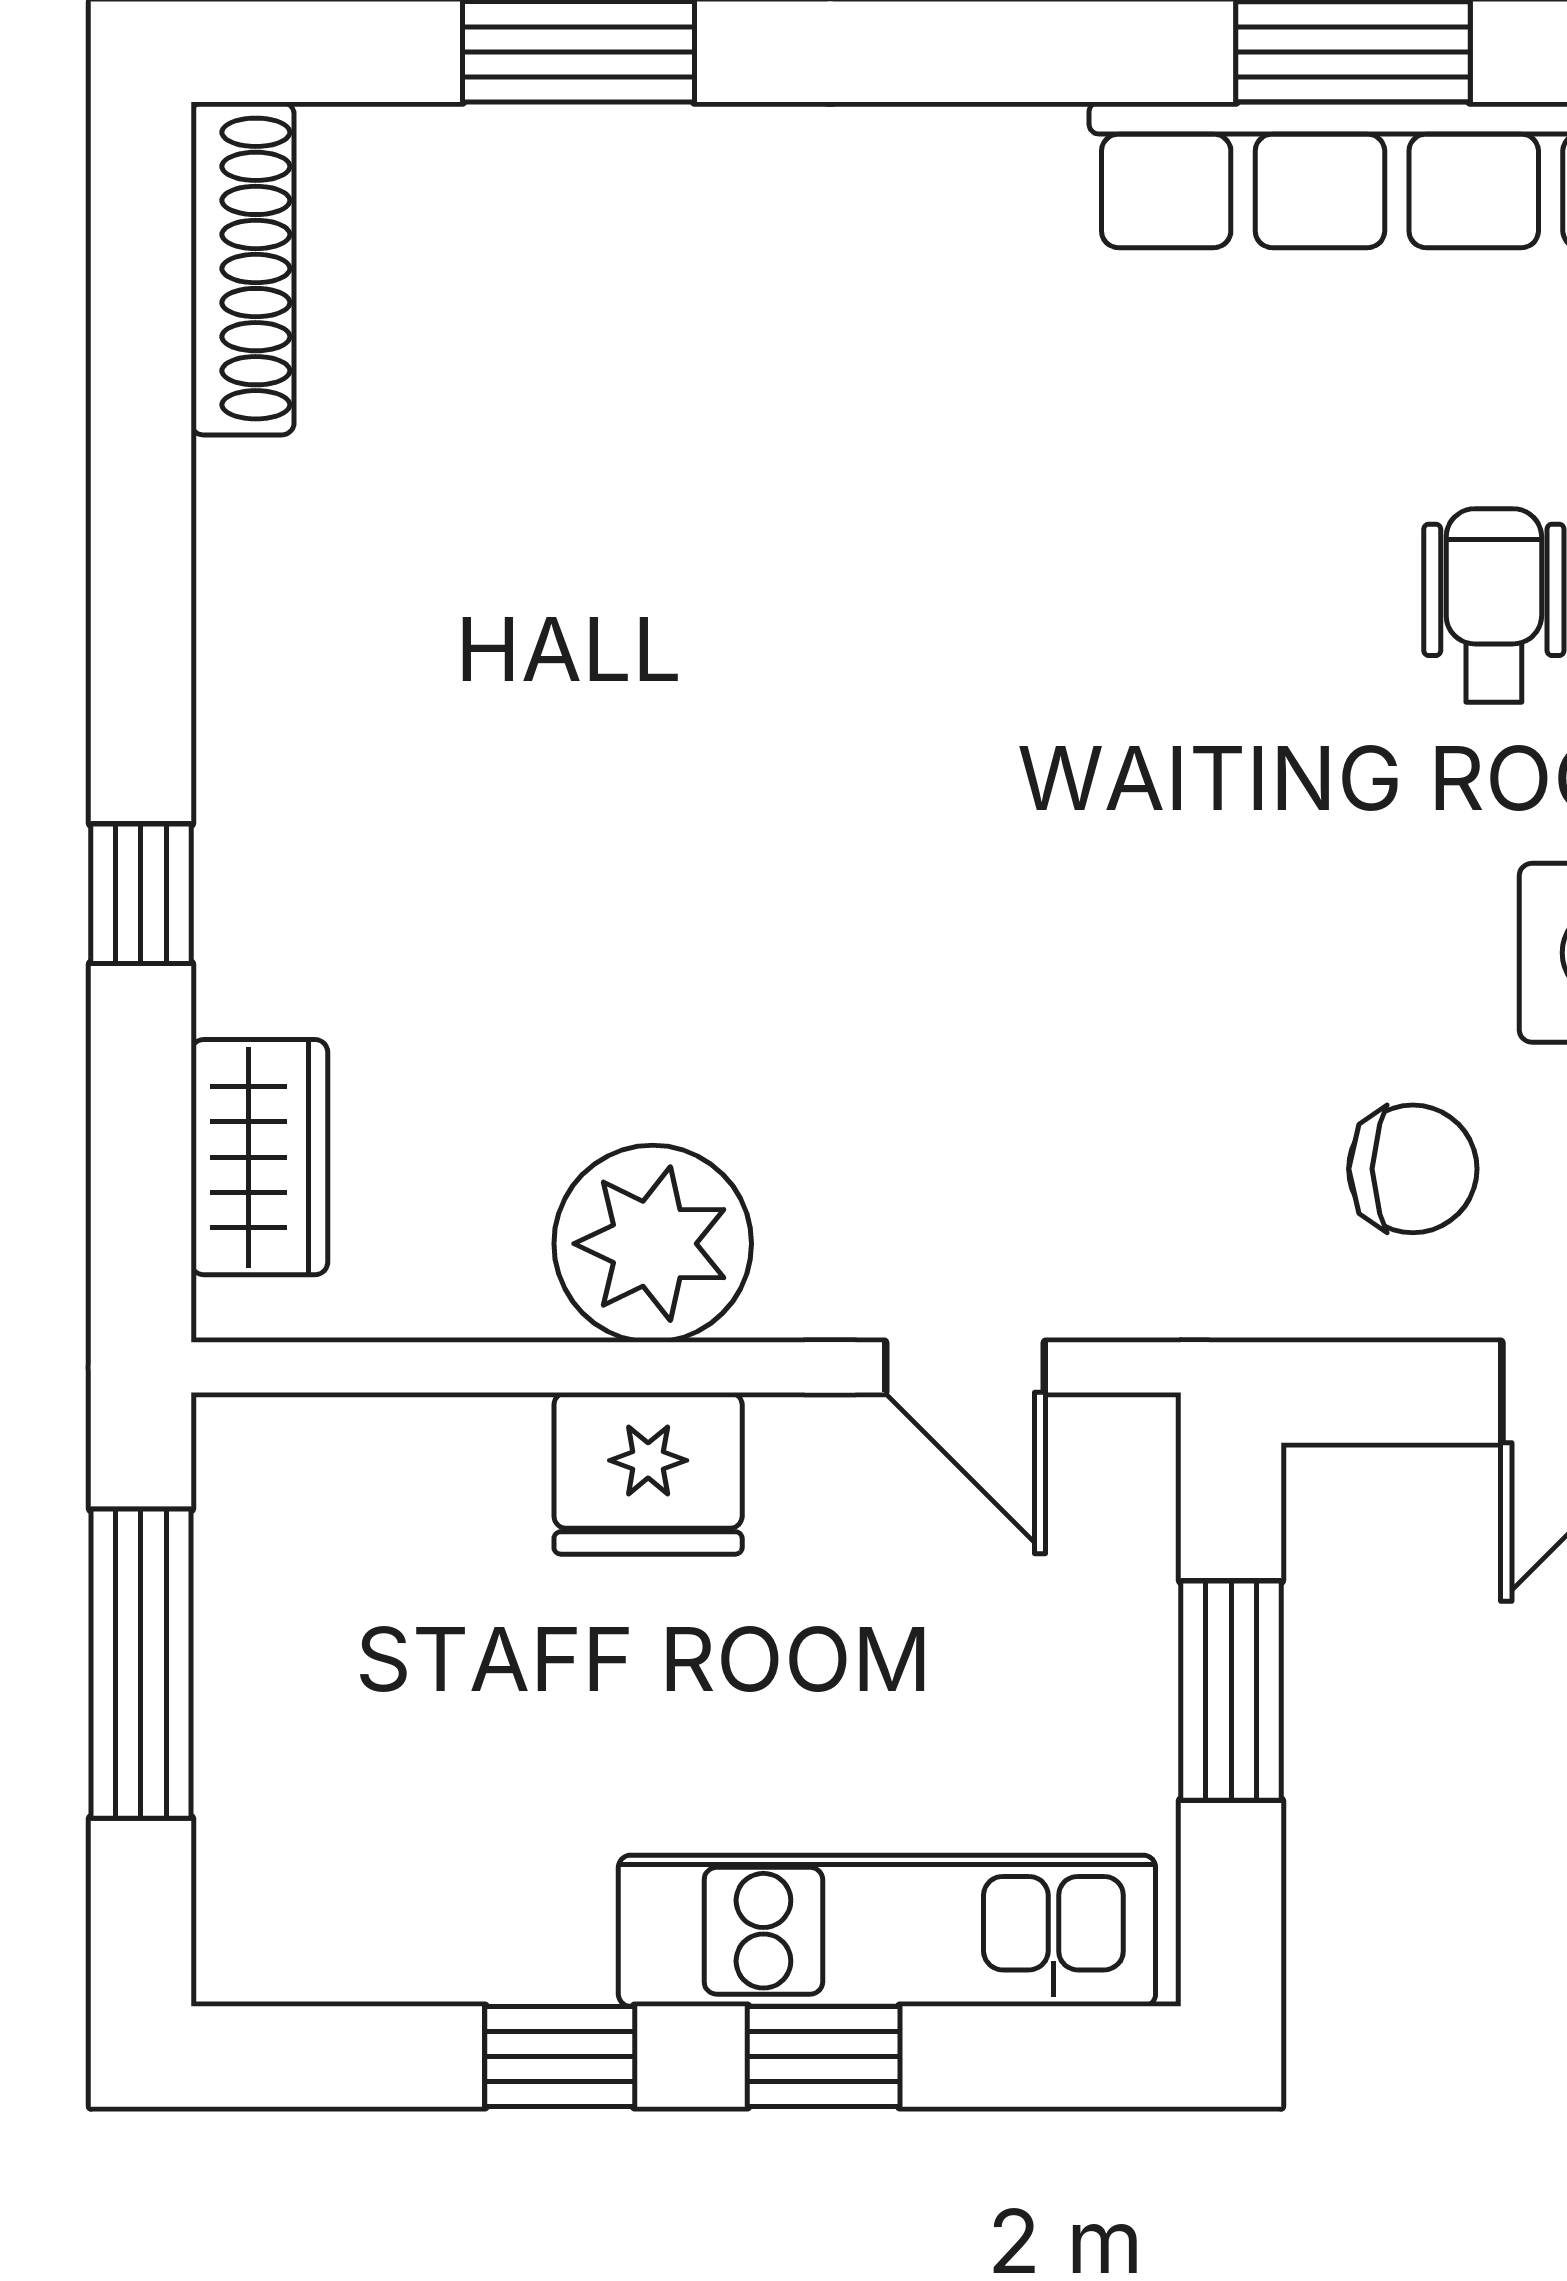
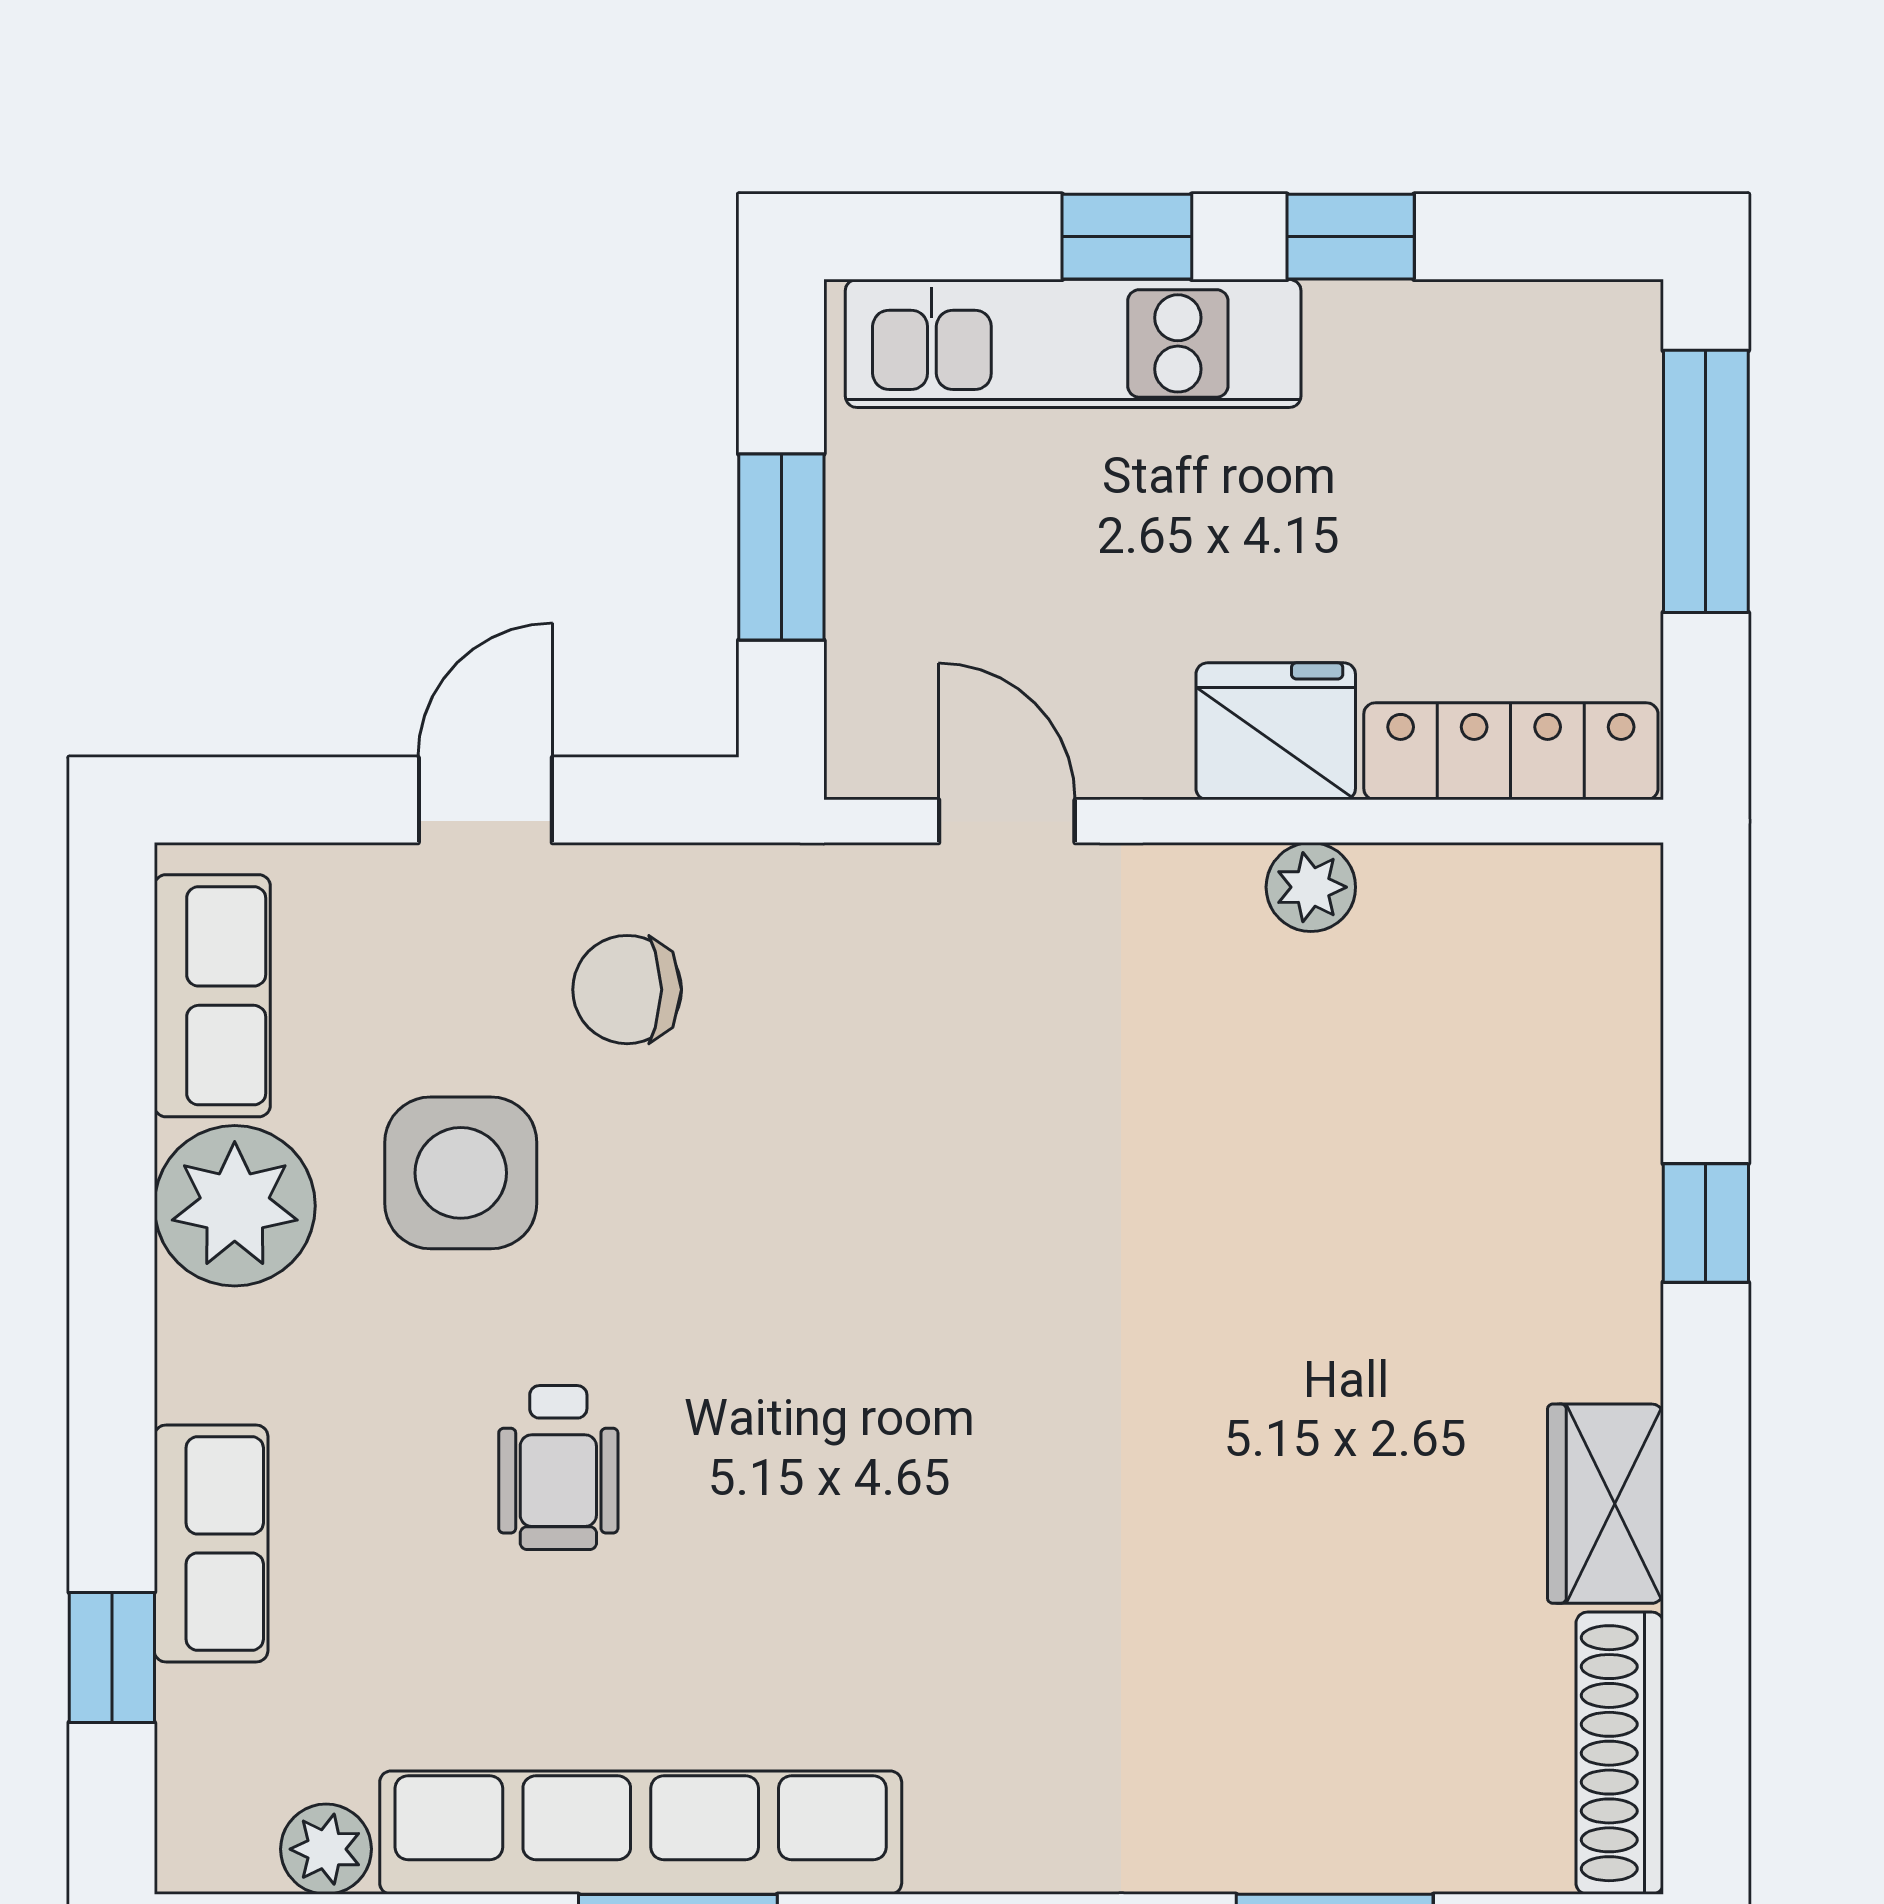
wardrobe: (259, 1157) -> (1605, 1504), moved
plant: (653, 1244) -> (1311, 887), width x0.53, depth x0.53
locker: (371, 1450) -> (1511, 751), added
window: (141, 1664) -> (1706, 481), moved

